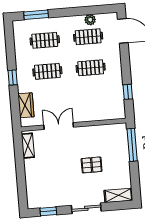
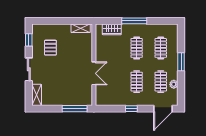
window: (36, 15) -> (181, 62), moved
window: (13, 77) -> (134, 21), width x2.17
window: (128, 92) -> (131, 109), moved
double door: (59, 126) -> (94, 73), moved
pallet: (92, 165) -> (50, 48), moved

